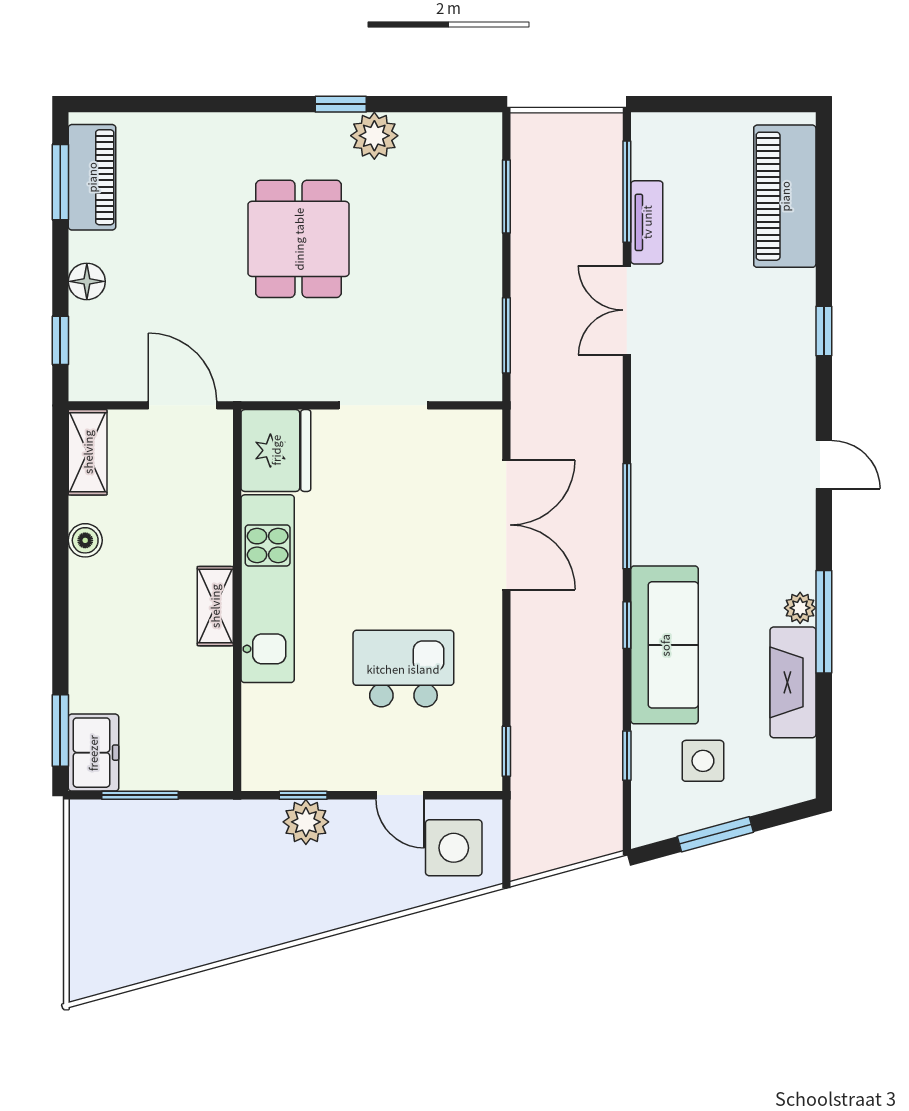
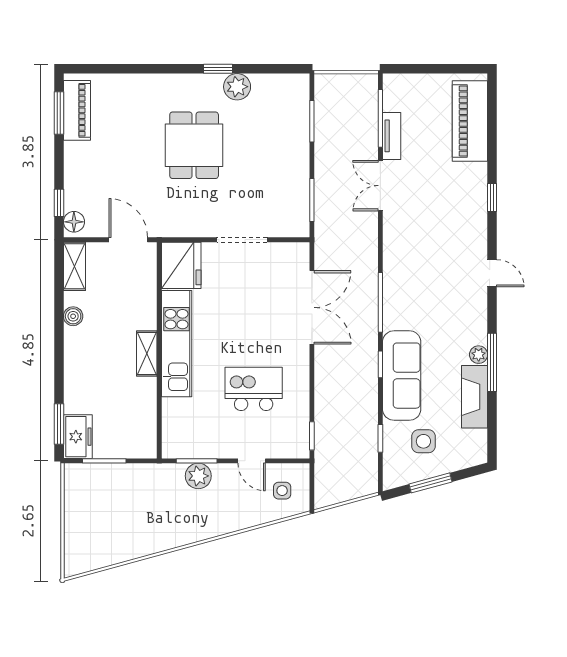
floor lamp: (87, 281) -> (74, 222), moved
window: (303, 795) -> (197, 461), width x1.50
side table: (454, 848) -> (282, 491), width x0.54, depth x0.54

